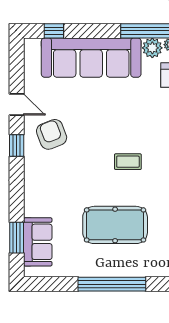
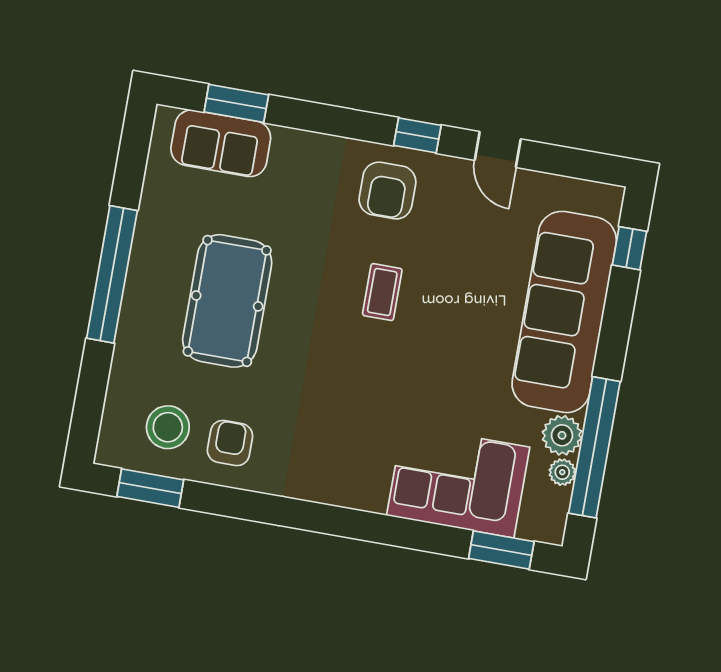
door: (17, 105) -> (498, 150), hinge flipped
armchair: (52, 134) -> (387, 191), moved, turned 111
coffee table: (128, 162) -> (382, 292), moved

